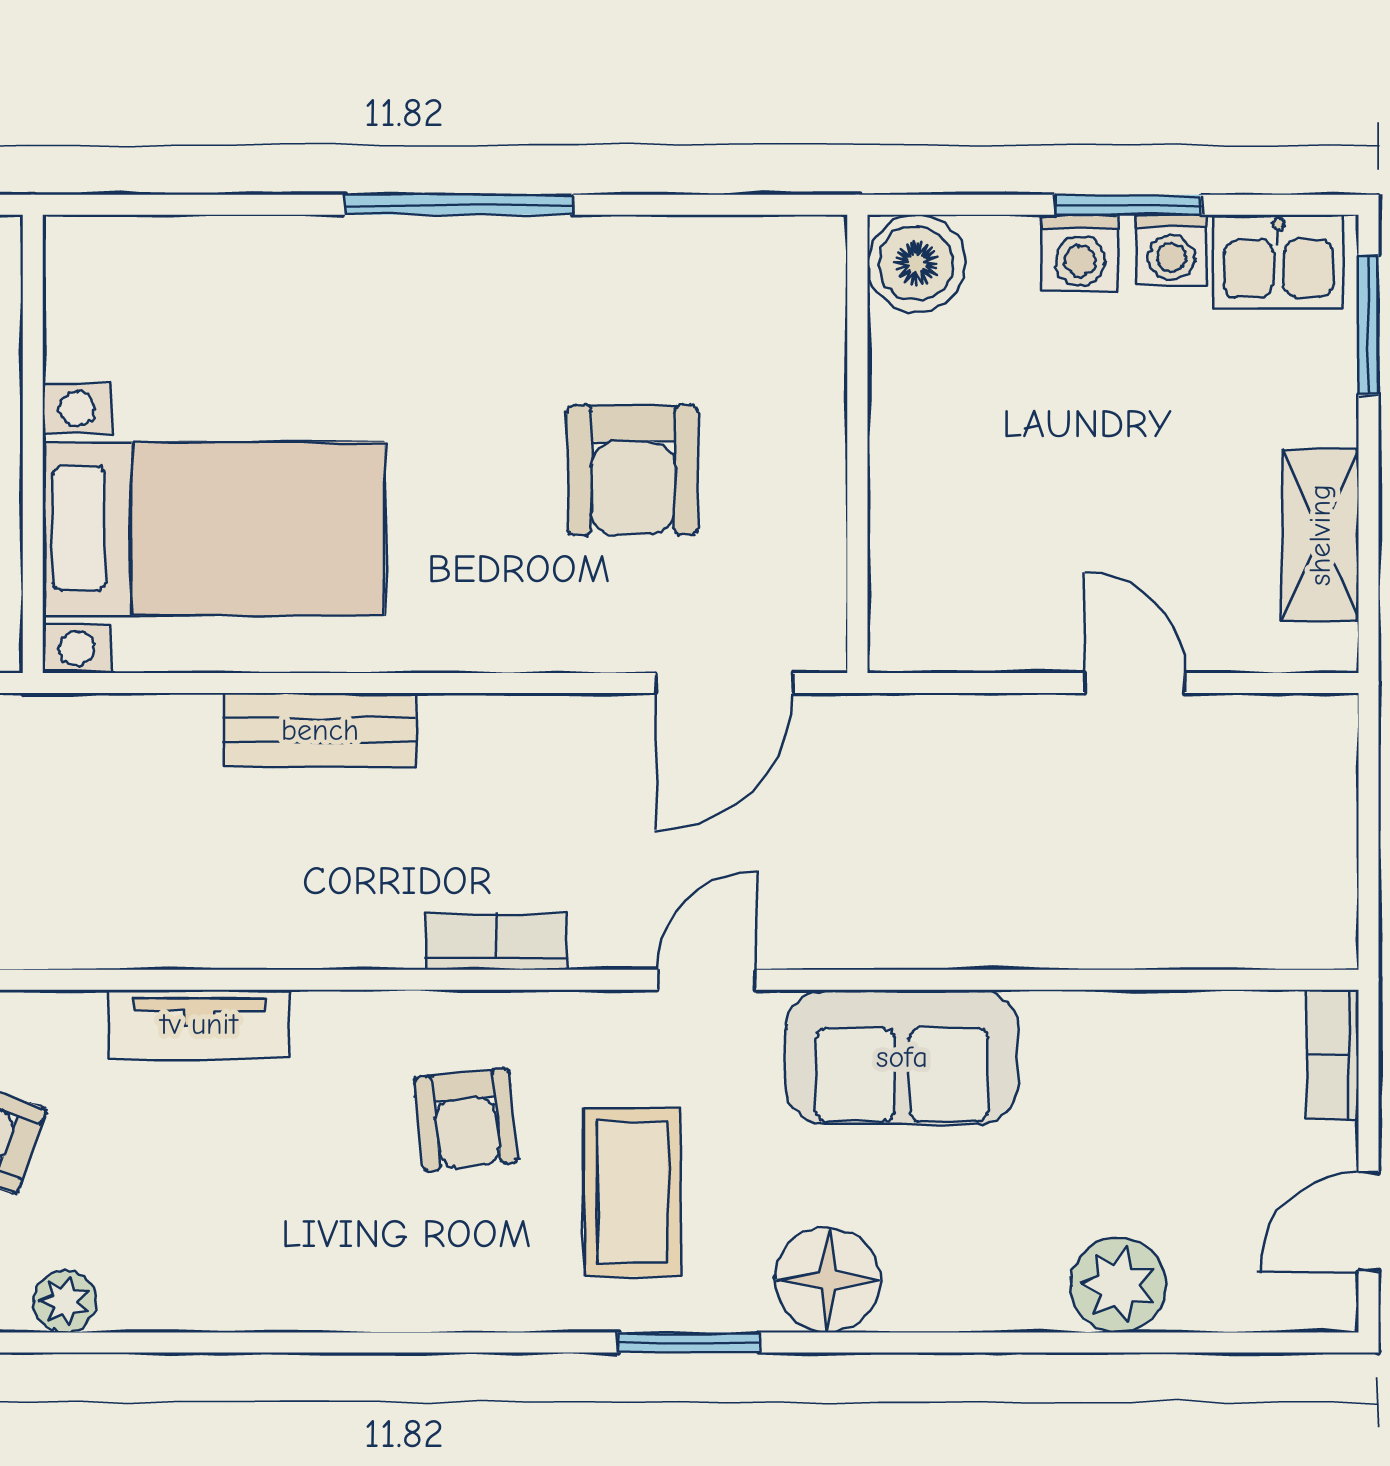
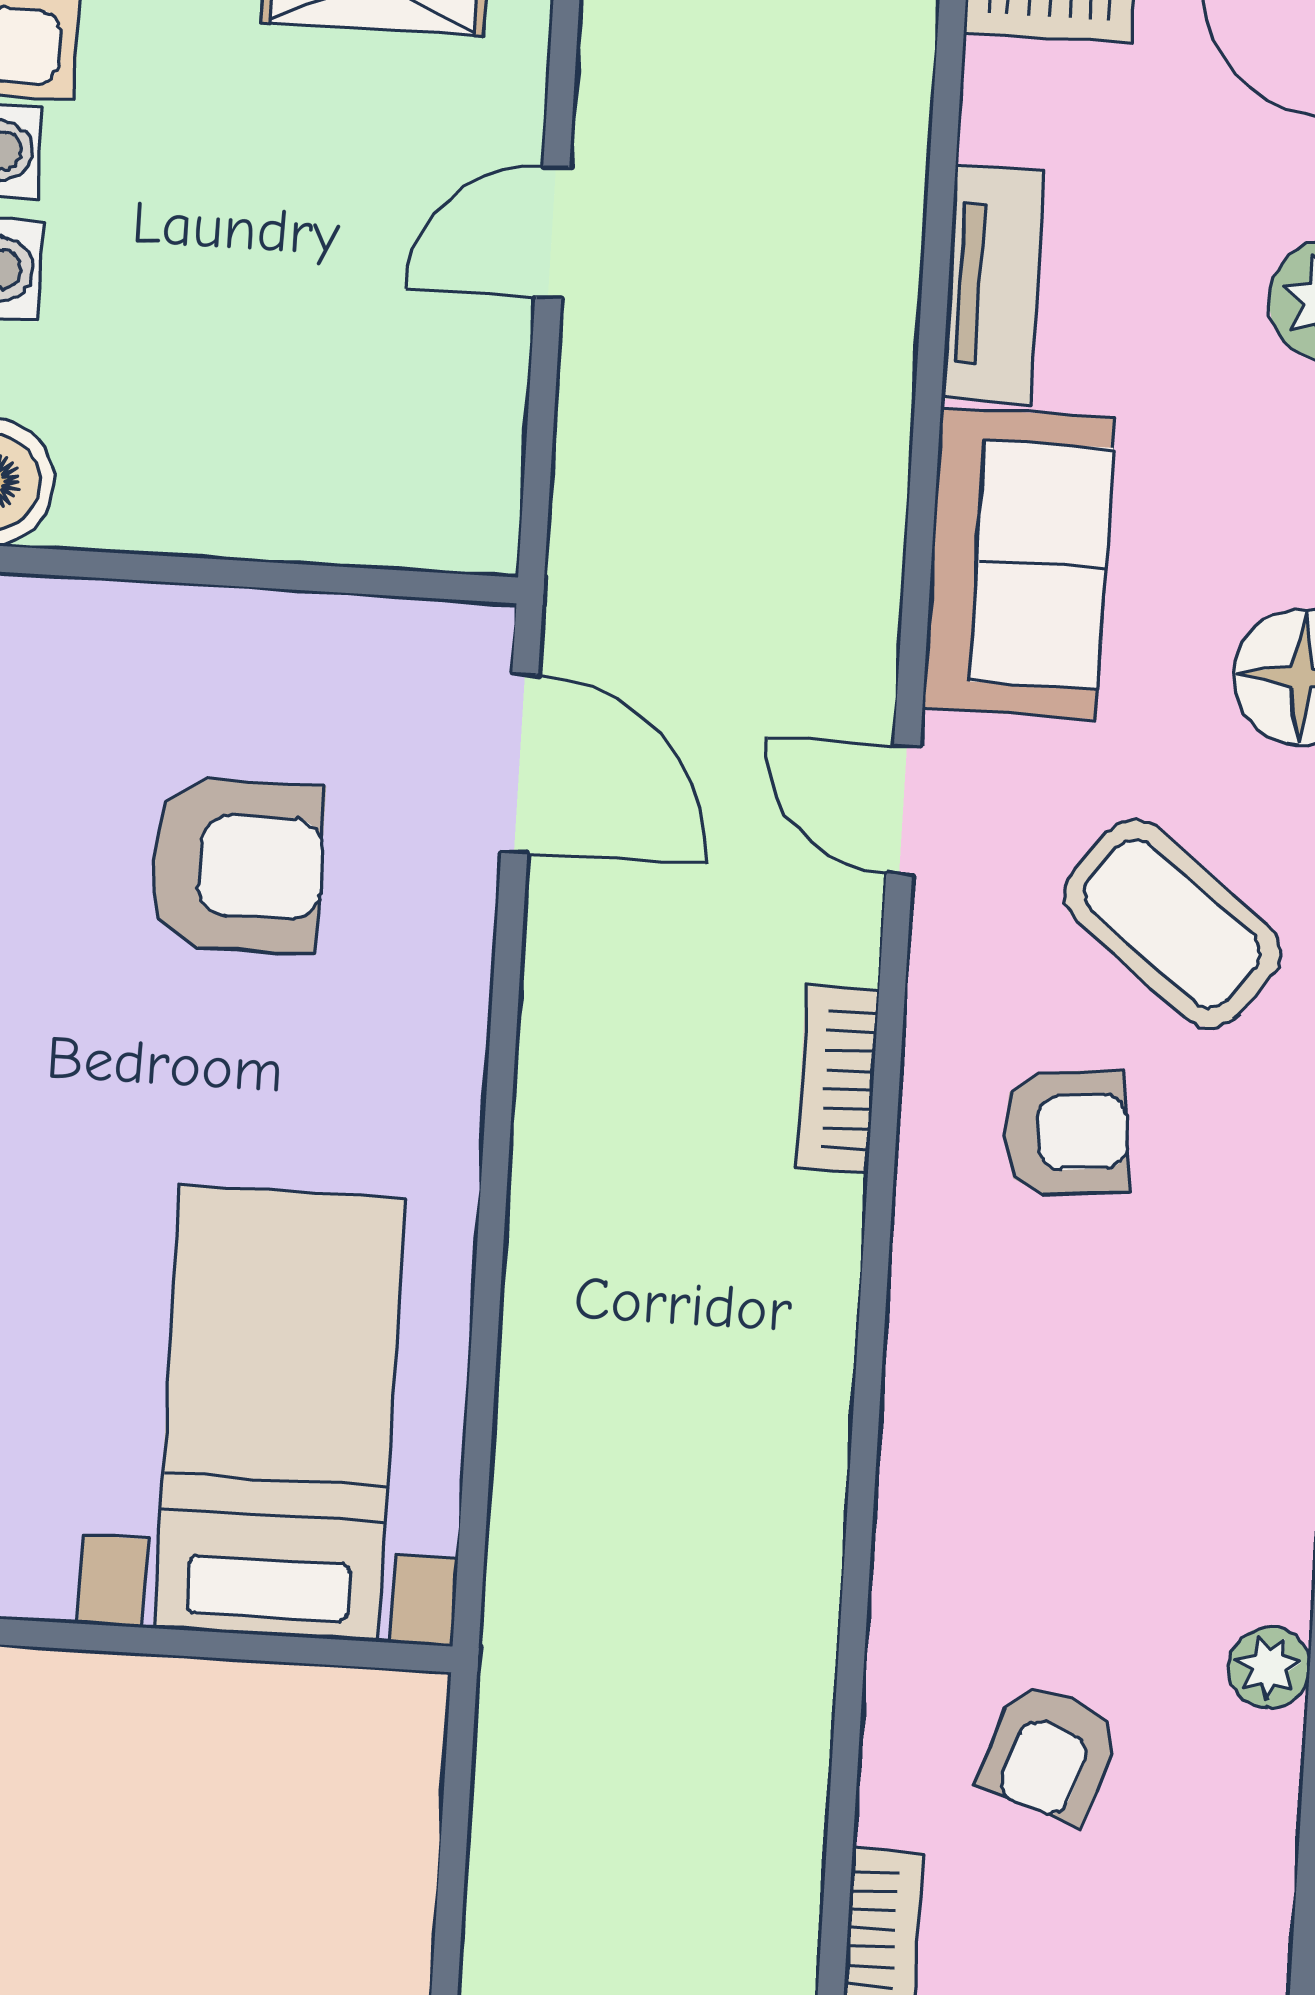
bench: (320, 730) -> (548, 1292), removed
tv unit: (199, 1024) -> (993, 284), moved
coffee table: (632, 1192) -> (1173, 923), turned 38

